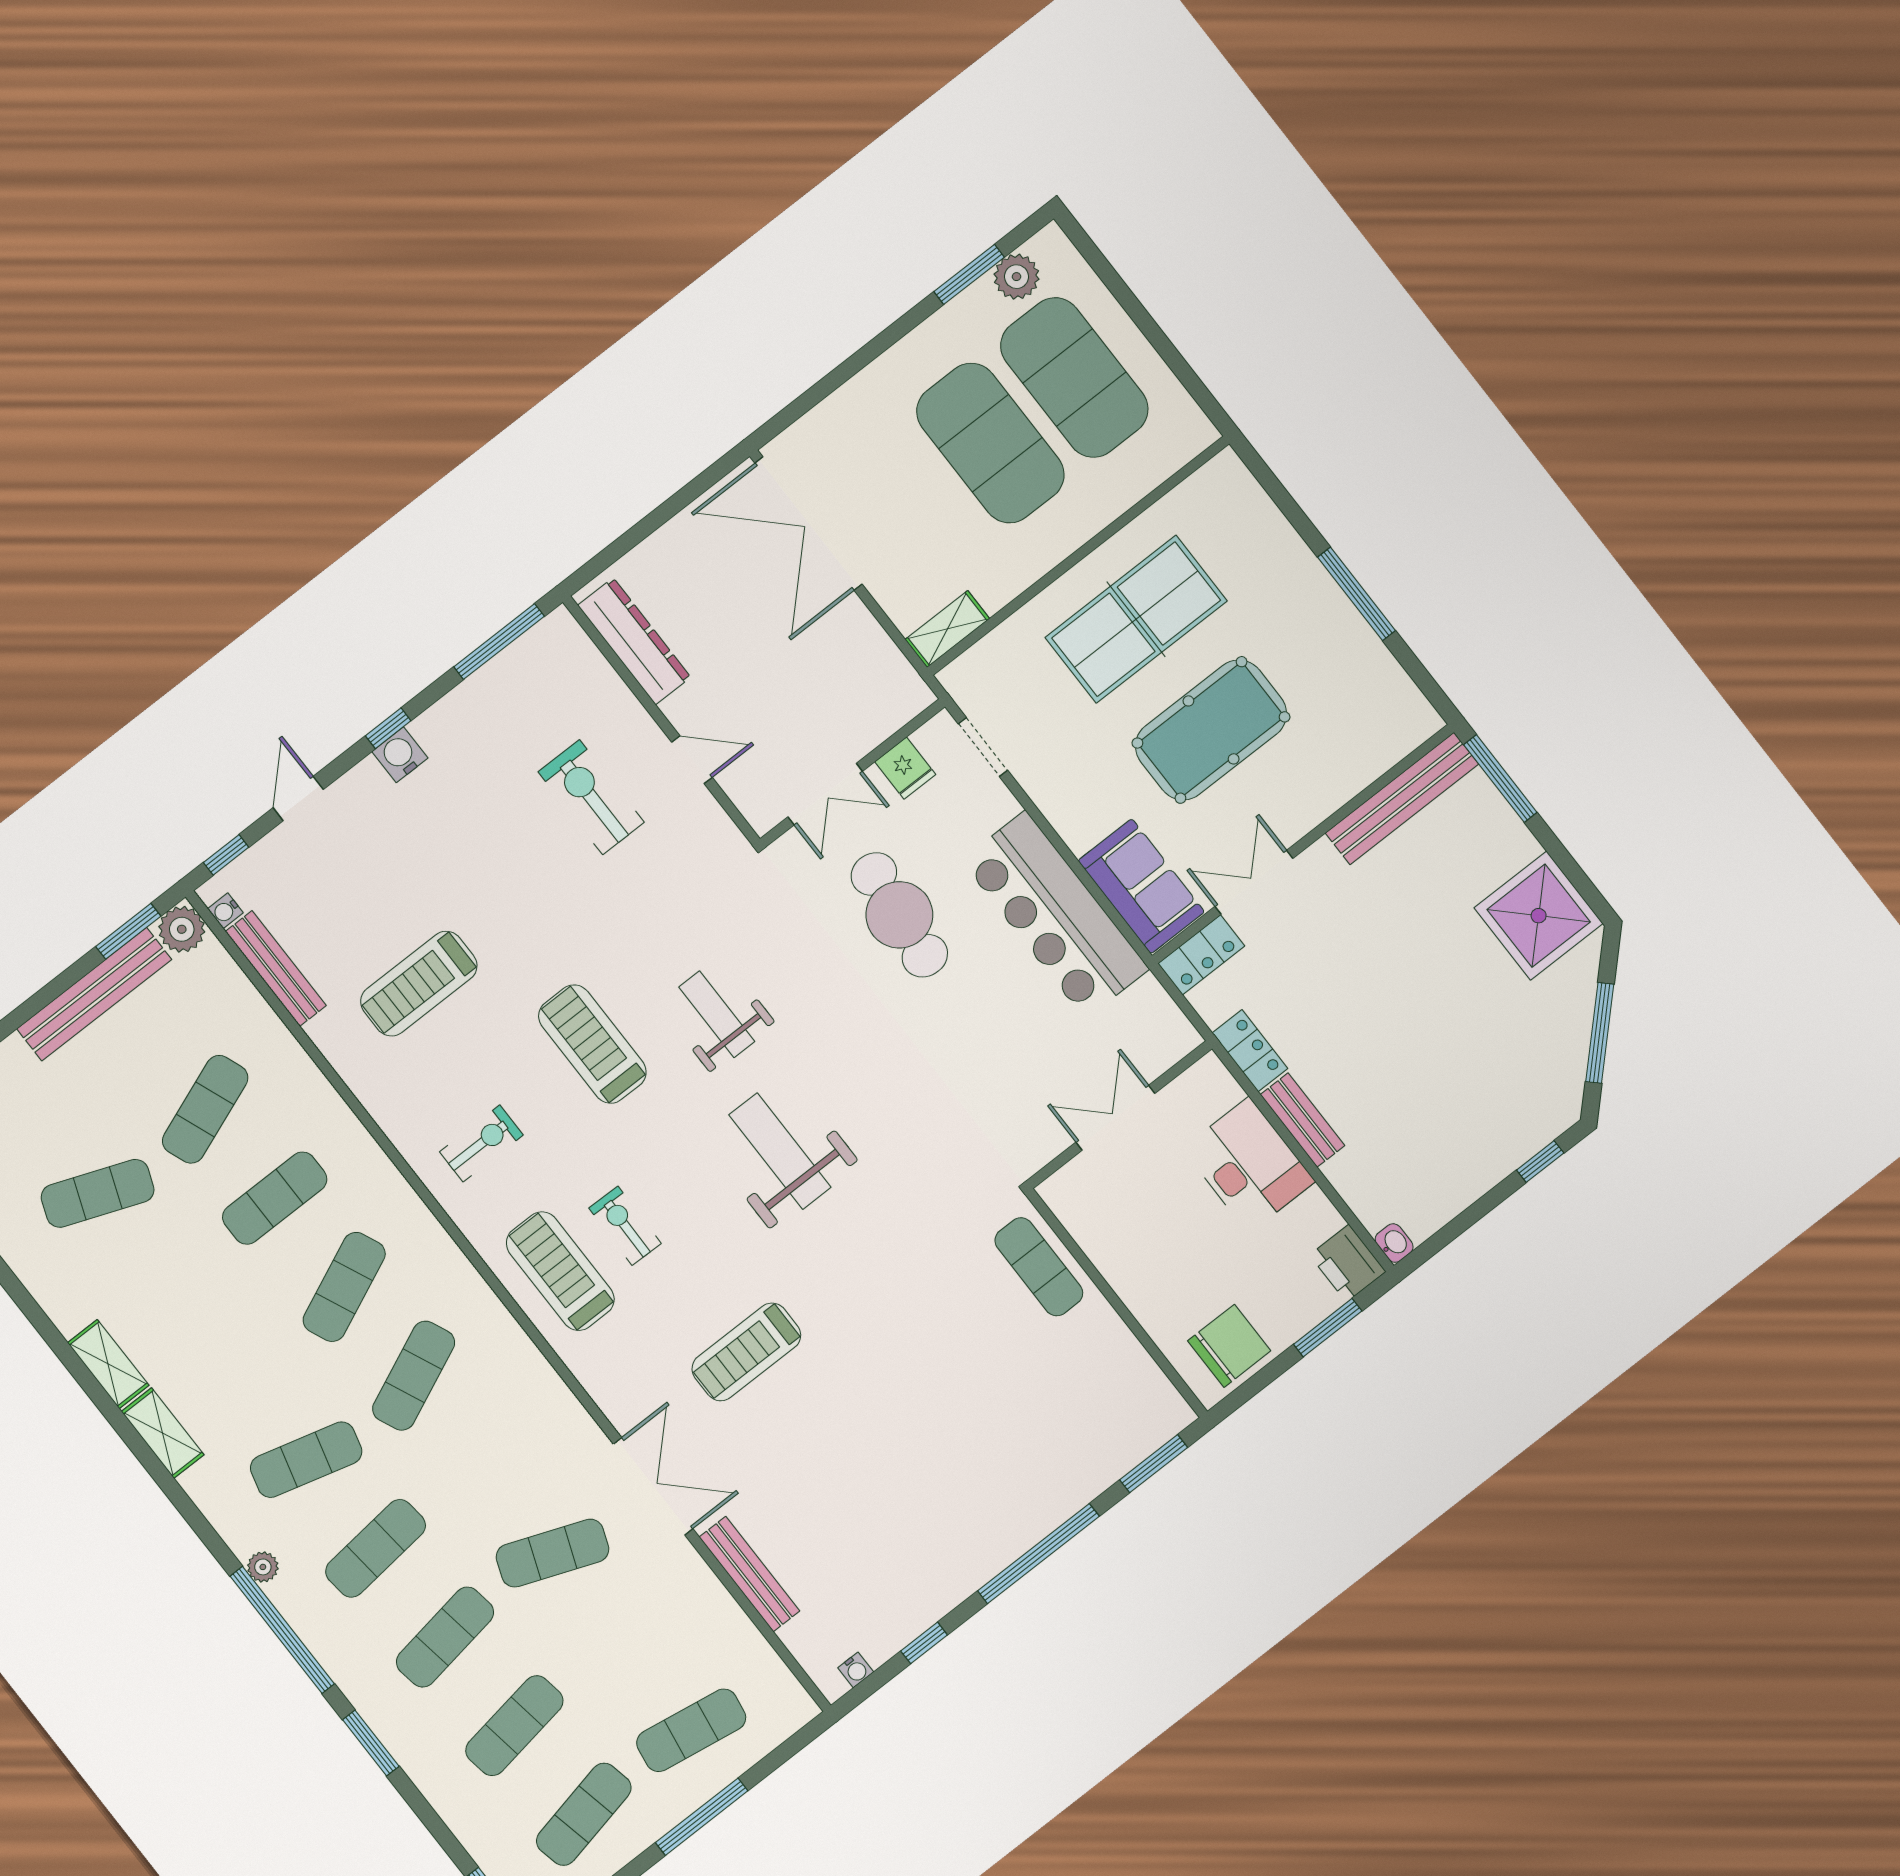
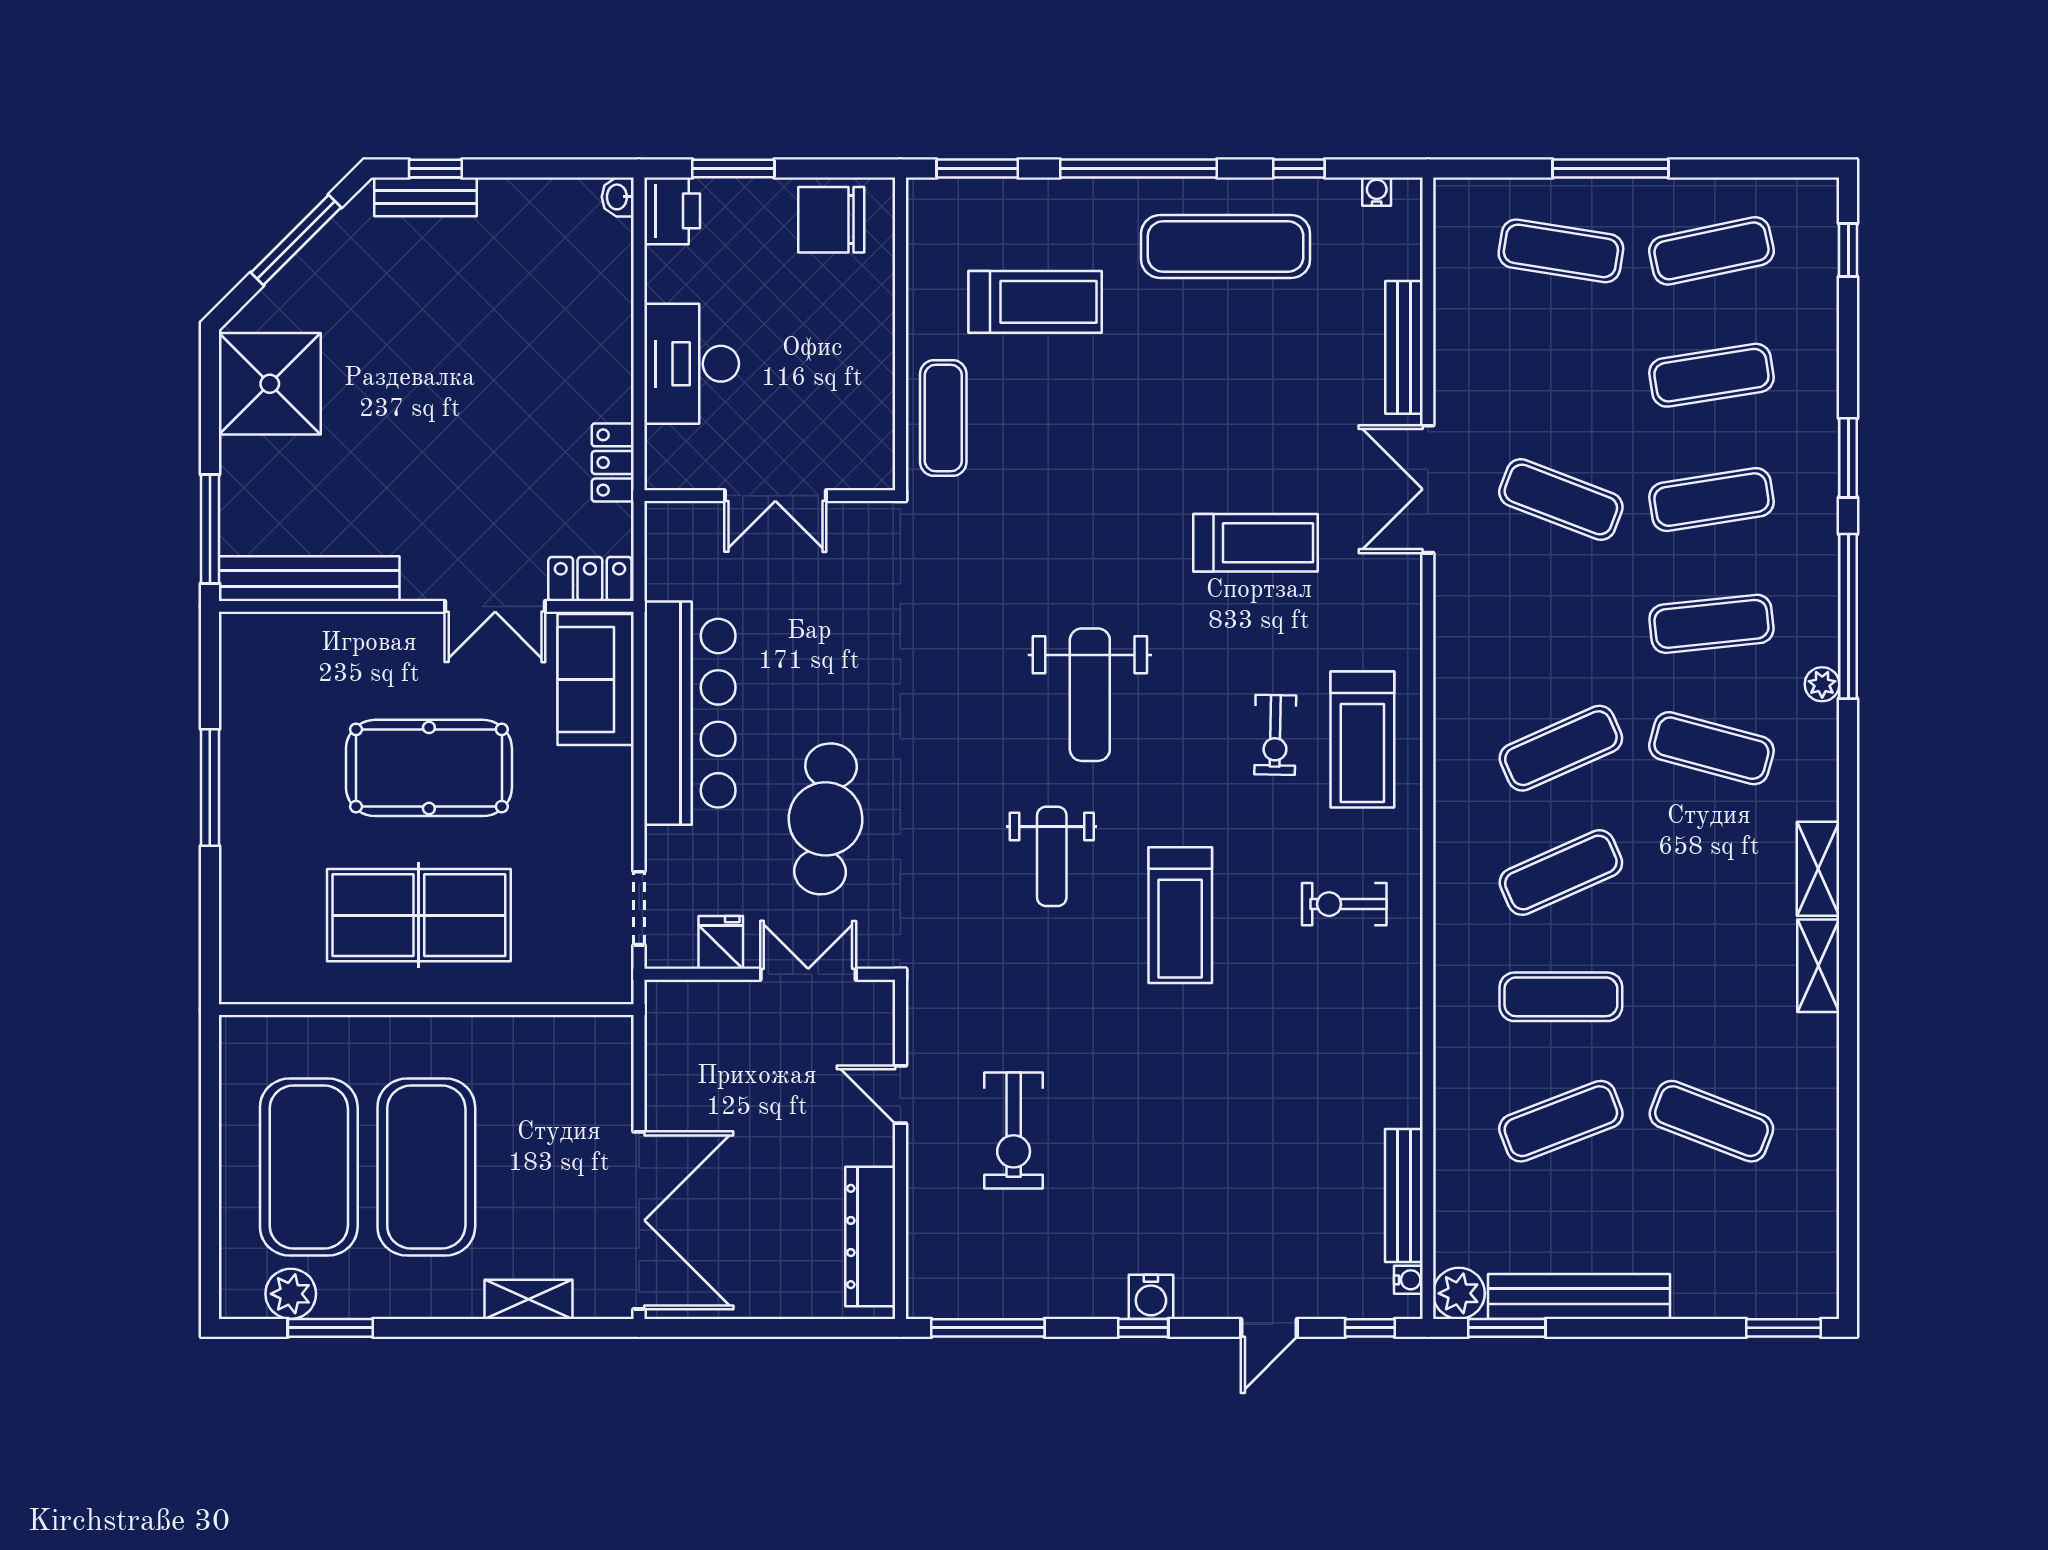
shelving: (947, 629) -> (529, 1299), moved
treadmill: (419, 984) -> (1035, 302), moved
bench: (1302, 1120) -> (425, 197), moved, turned 90
exercise mat: (933, 1547) -> (1226, 246), added

